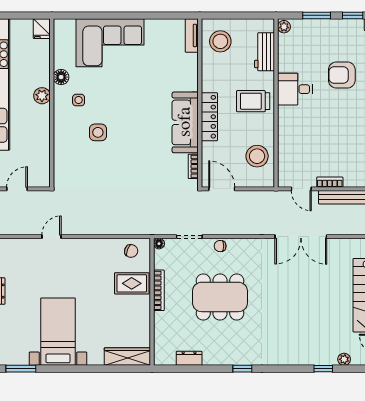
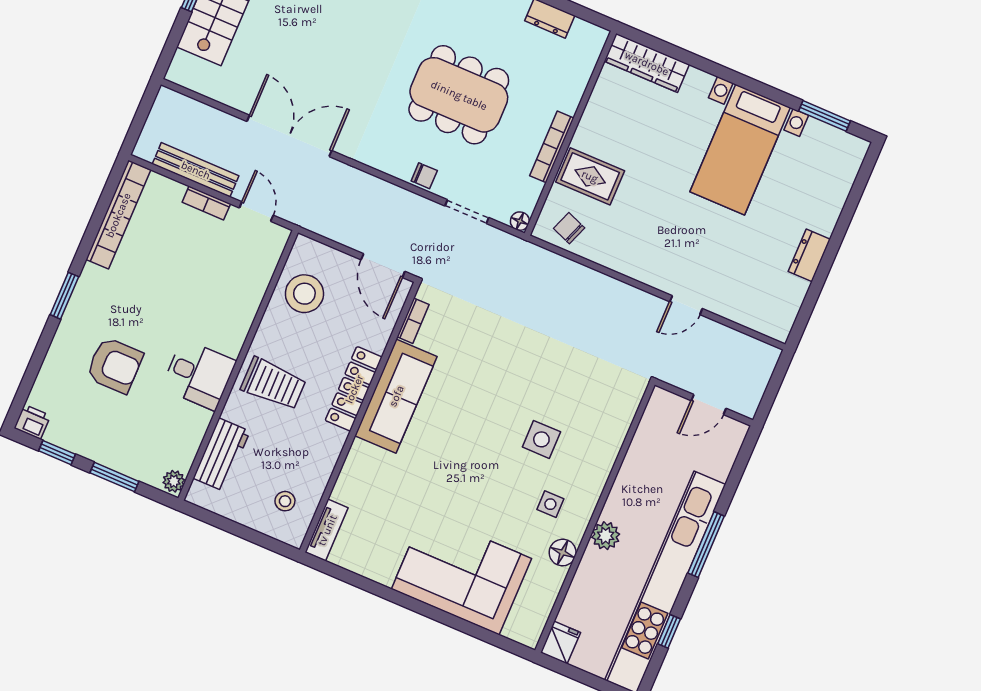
stool: (220, 41) -> (285, 501), width x0.53, depth x0.53

